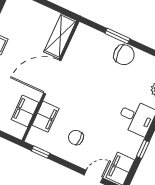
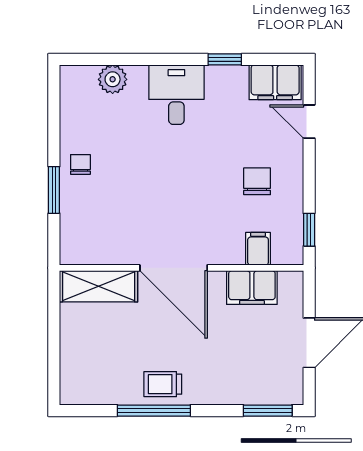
chair: (124, 55) -> (80, 164), width x0.54, depth x0.54
filing cabinet: (45, 117) -> (258, 249), width x0.50
chair: (76, 138) -> (257, 181), turned 180

